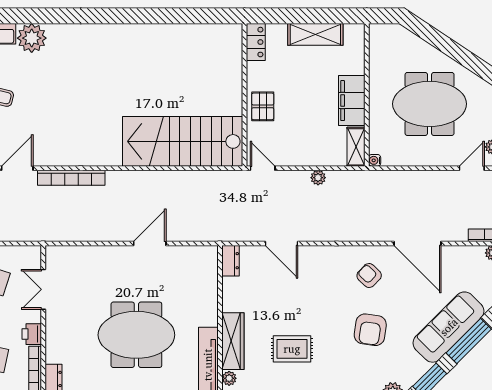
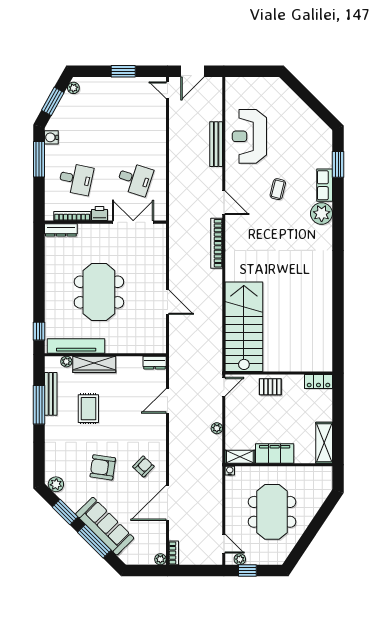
shelving: (315, 34) -> (324, 443), moved
double door: (43, 289) -> (133, 222), width x1.37

